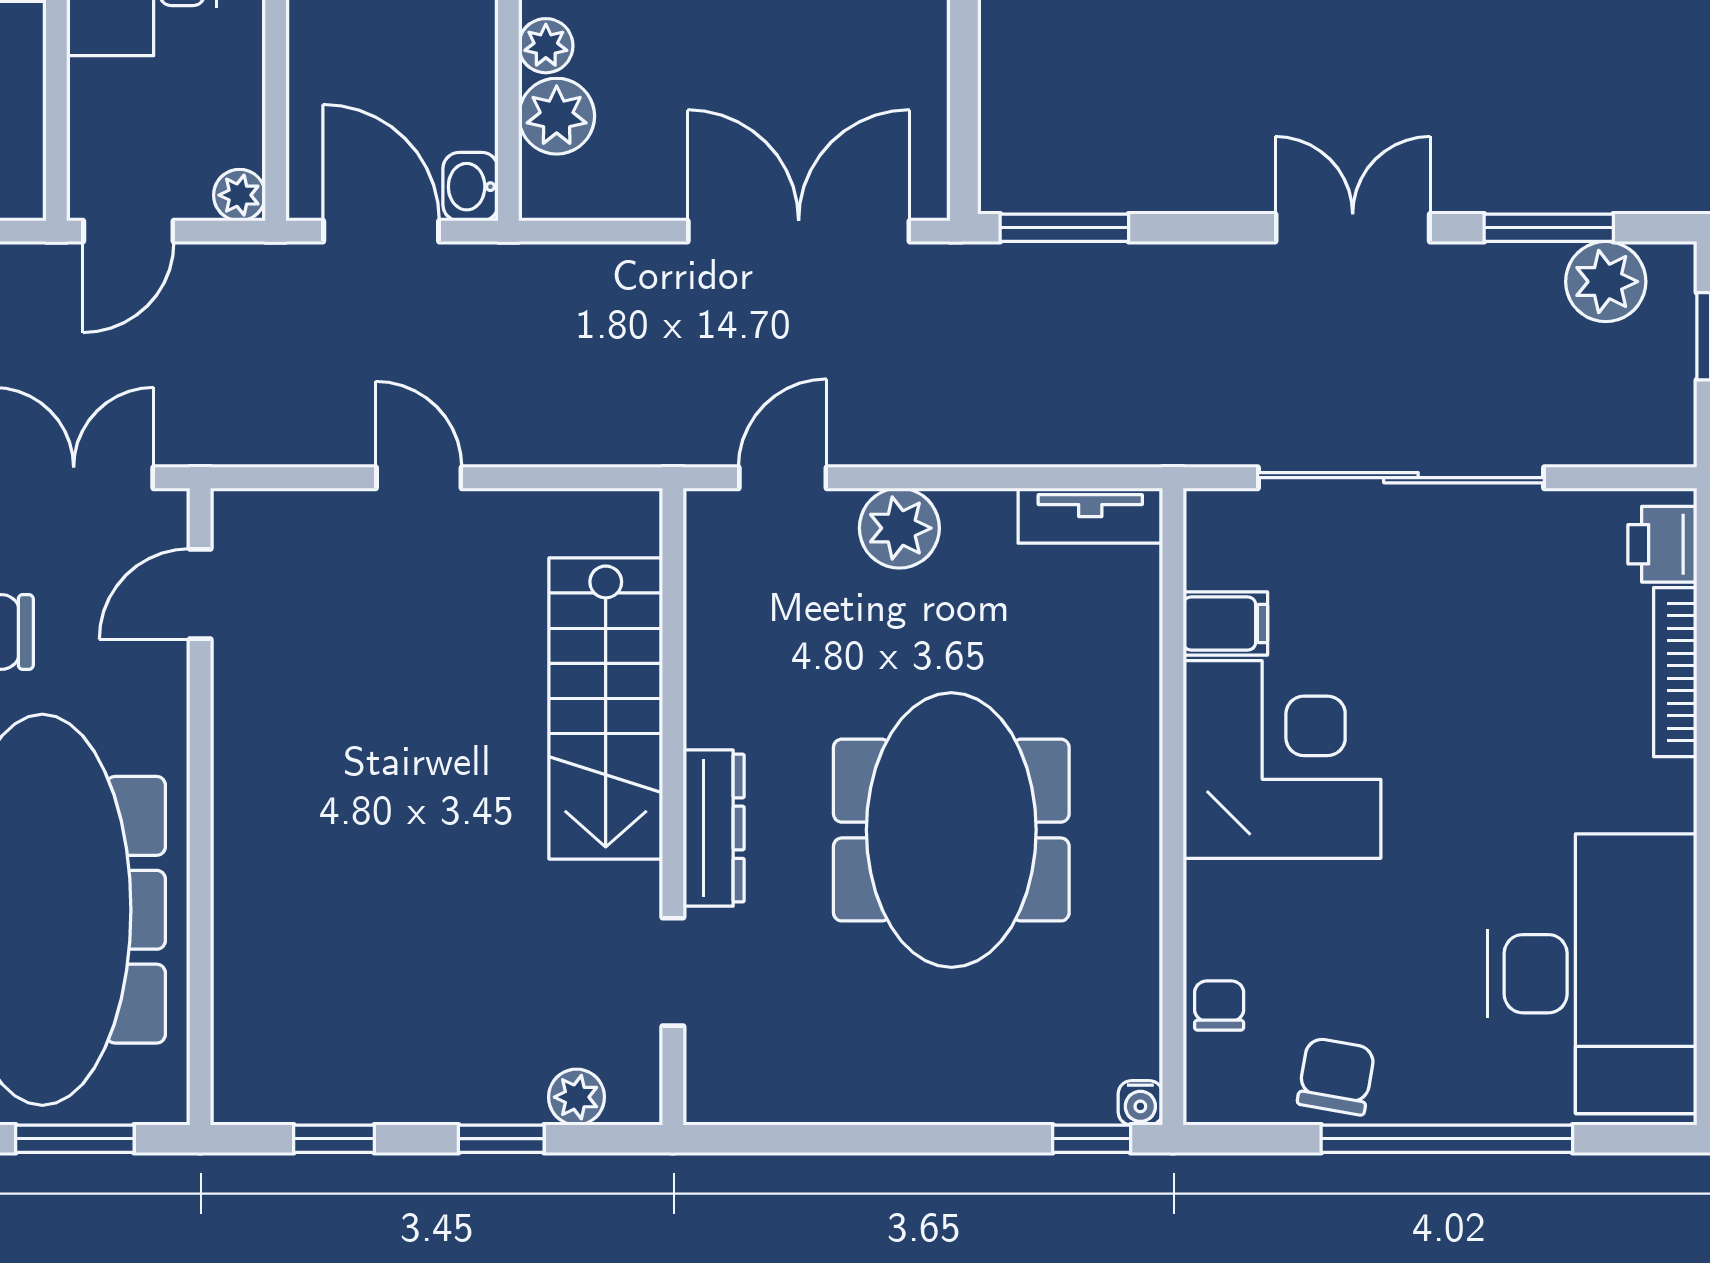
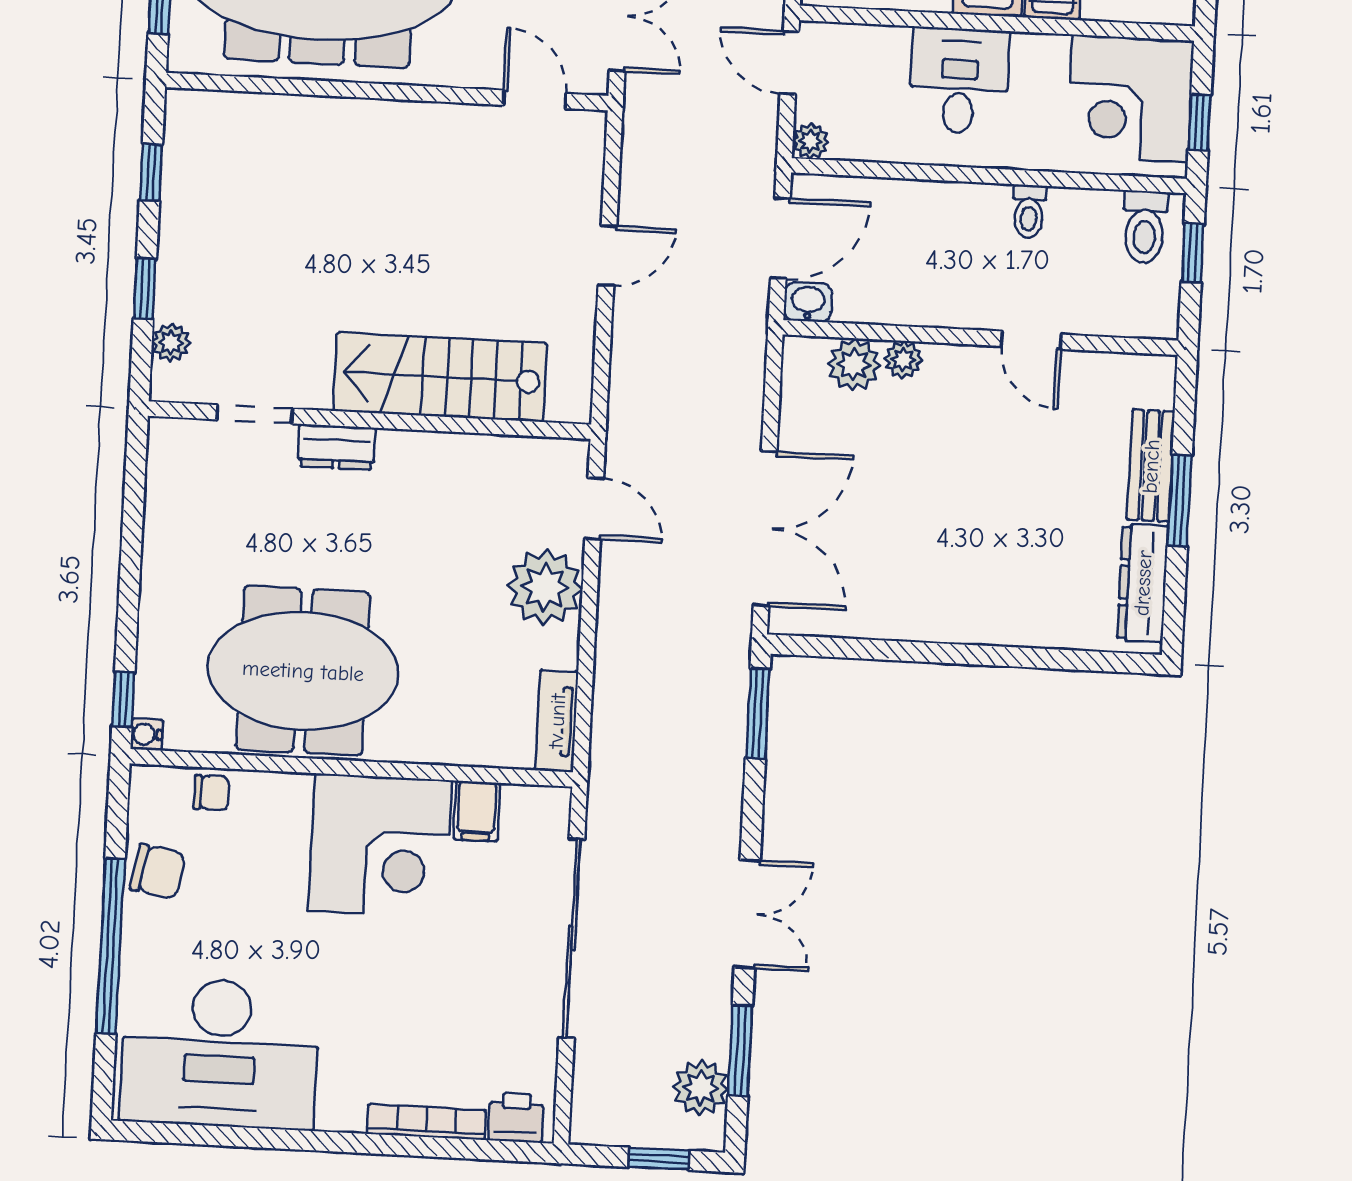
plant: (899, 528) -> (545, 587), width x1.36, depth x1.36
dresser: (714, 828) -> (337, 447), width x0.70
meeting table: (951, 830) -> (303, 671), moved

